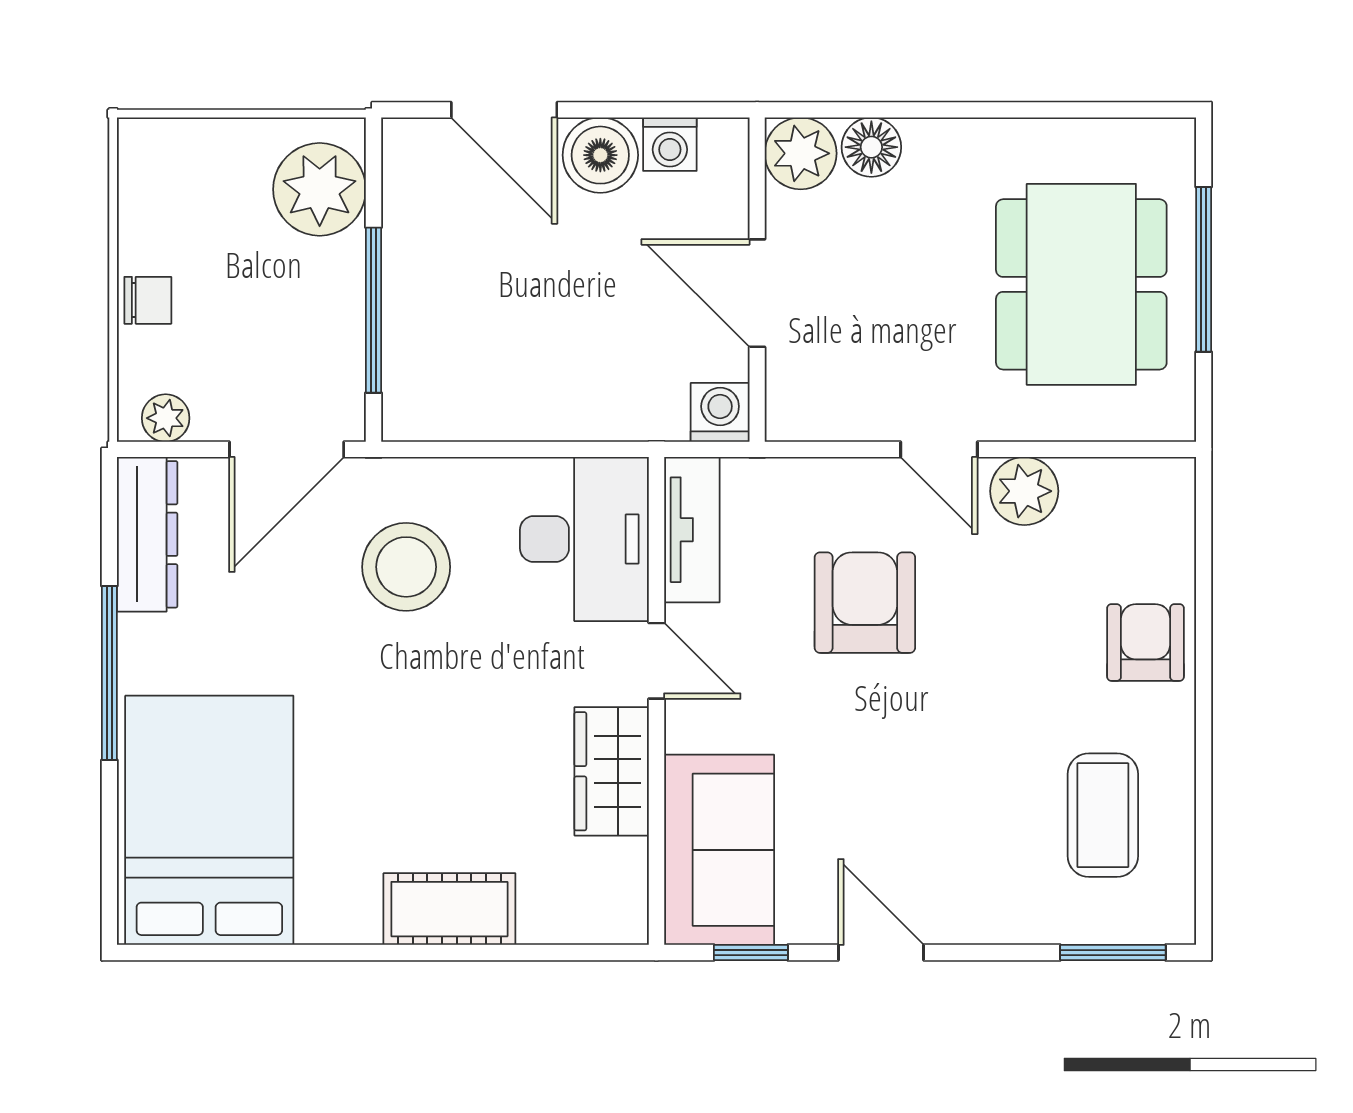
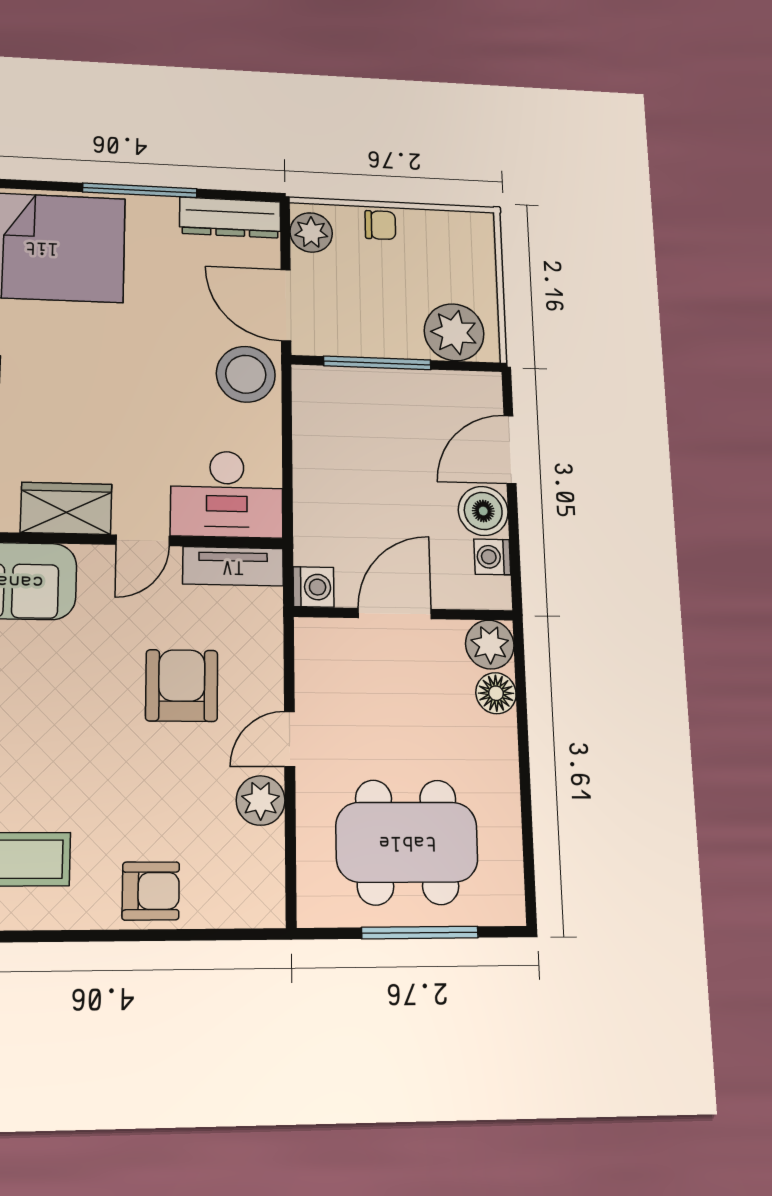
chair: (148, 300) -> (380, 225), turned -90
plant: (166, 418) -> (311, 232), width x1.38, depth x1.38
stool: (406, 567) -> (246, 374), moved
armchair: (865, 603) -> (182, 685), turned -90

